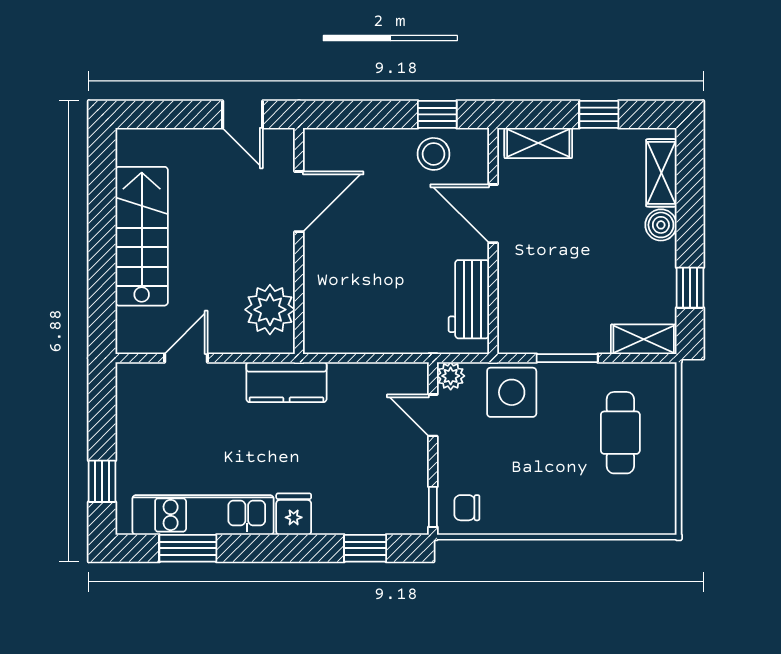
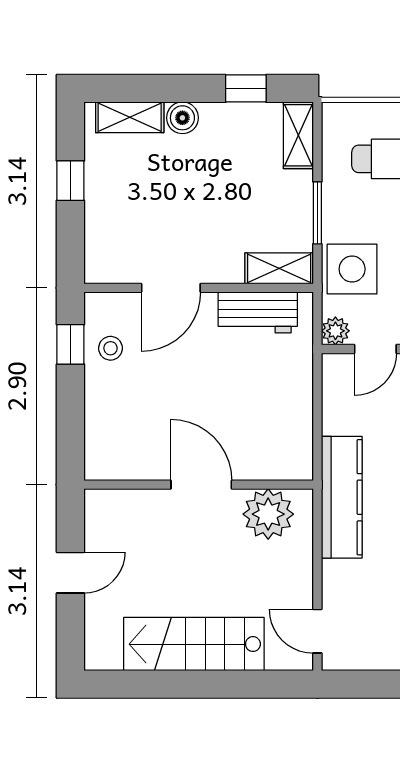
door: (243, 114) -> (70, 573), moved
shelving: (538, 143) -> (279, 268), moved, turned 90
stool: (434, 154) -> (110, 348), width x0.73, depth x0.73
door: (299, 202) -> (201, 485), moved
door: (186, 358) -> (317, 631), moved
kitchen counter: (286, 382) -> (342, 497), width x1.50

